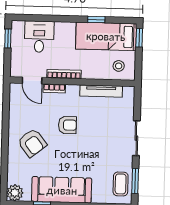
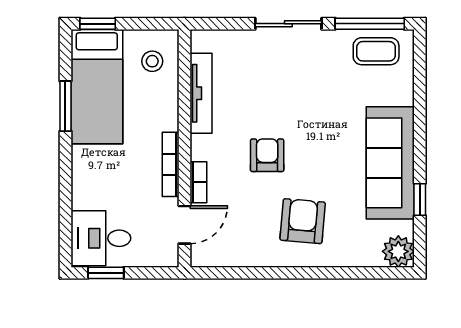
window: (96, 20) -> (65, 106), width x1.50
desk: (39, 37) -> (101, 238), moved
armchair: (32, 143) -> (303, 221), turned -47
window: (135, 181) -> (370, 24), width x1.44

